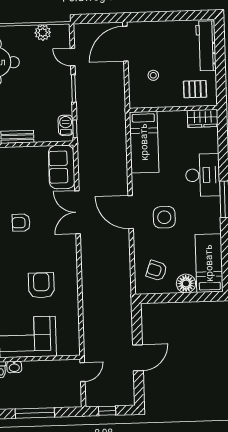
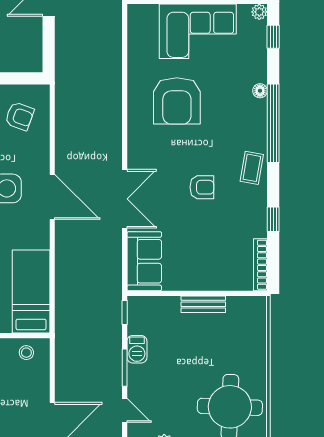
stool: (153, 75) -> (26, 353), moved
barbecue: (66, 125) -> (137, 349), moved
armchair: (41, 285) -> (177, 101), width x1.36, depth x1.36

